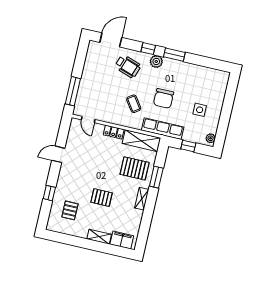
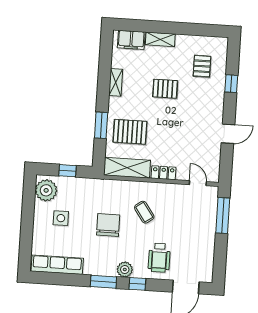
wheelchair: (128, 66) -> (159, 258), turned -109
row of seats: (163, 129) -> (57, 265), moved, turned 180
plant: (211, 138) -> (46, 190), width x1.88, depth x1.88
shelving: (142, 199) -> (116, 82), moved

